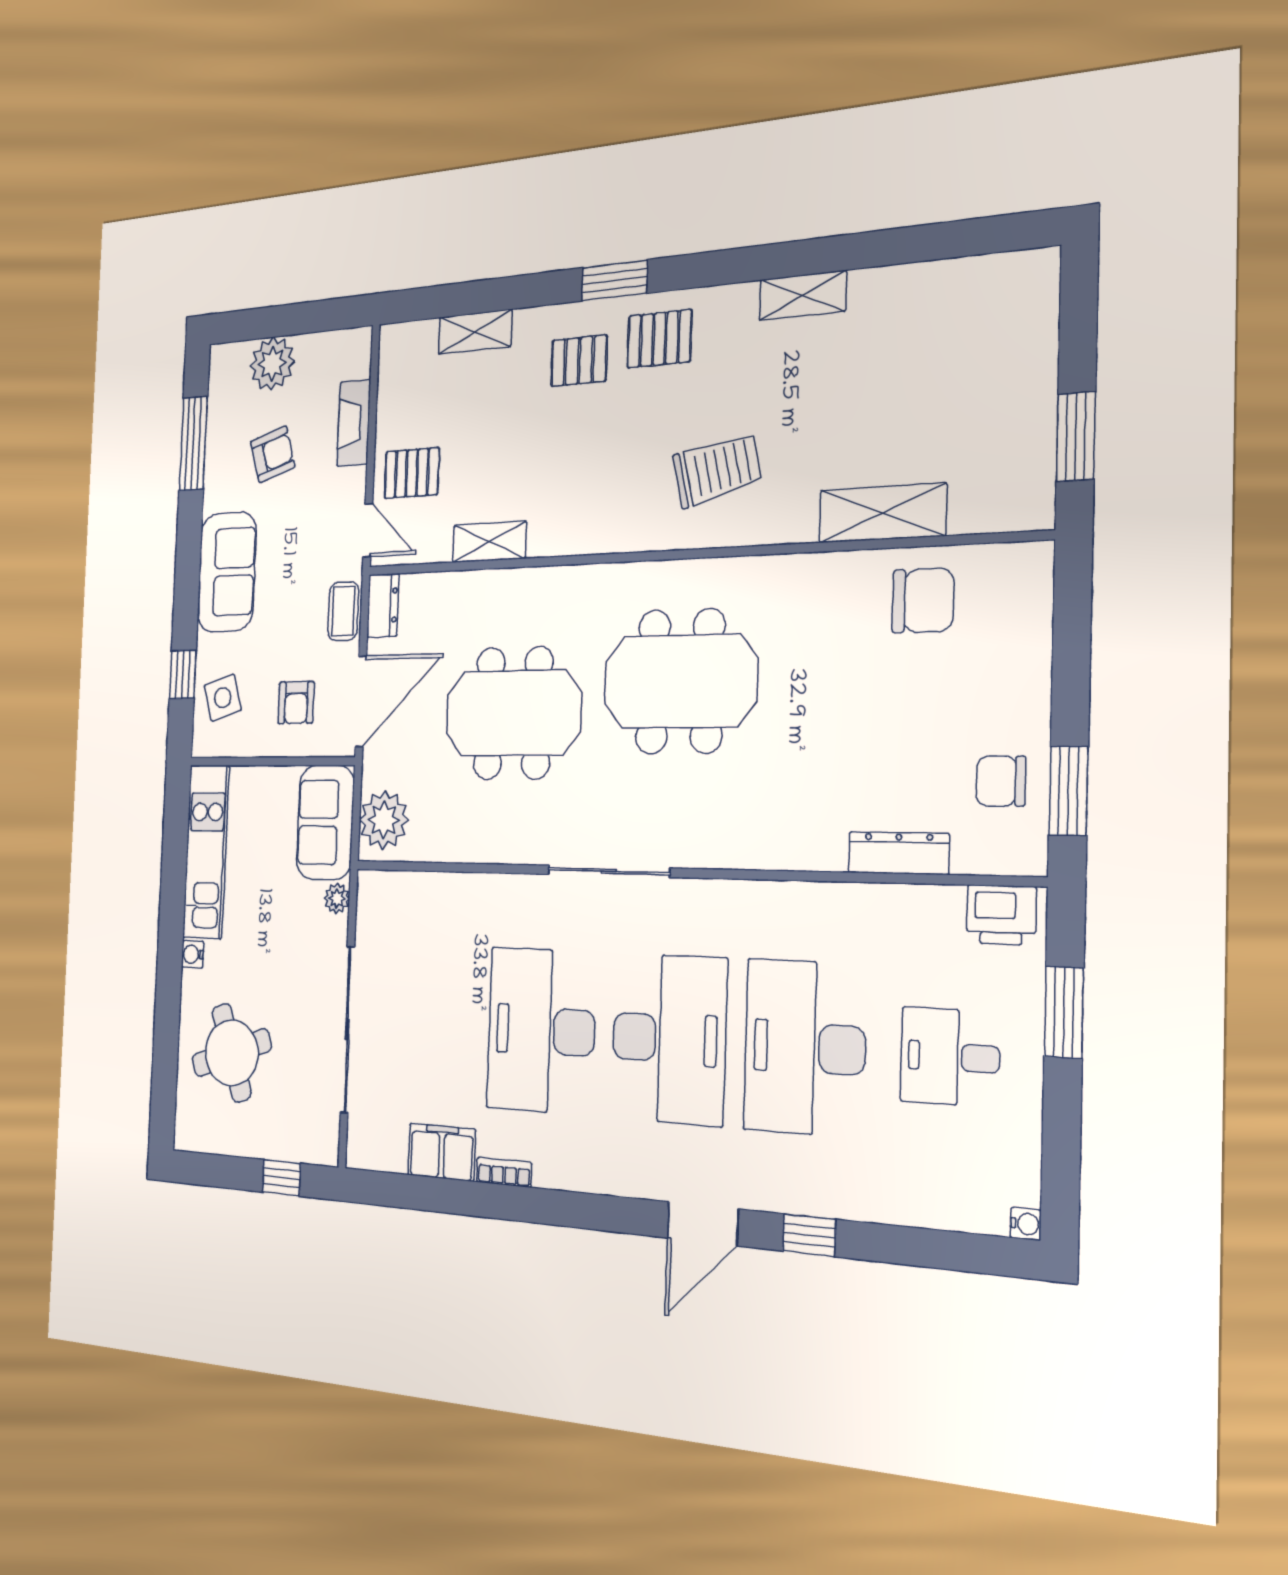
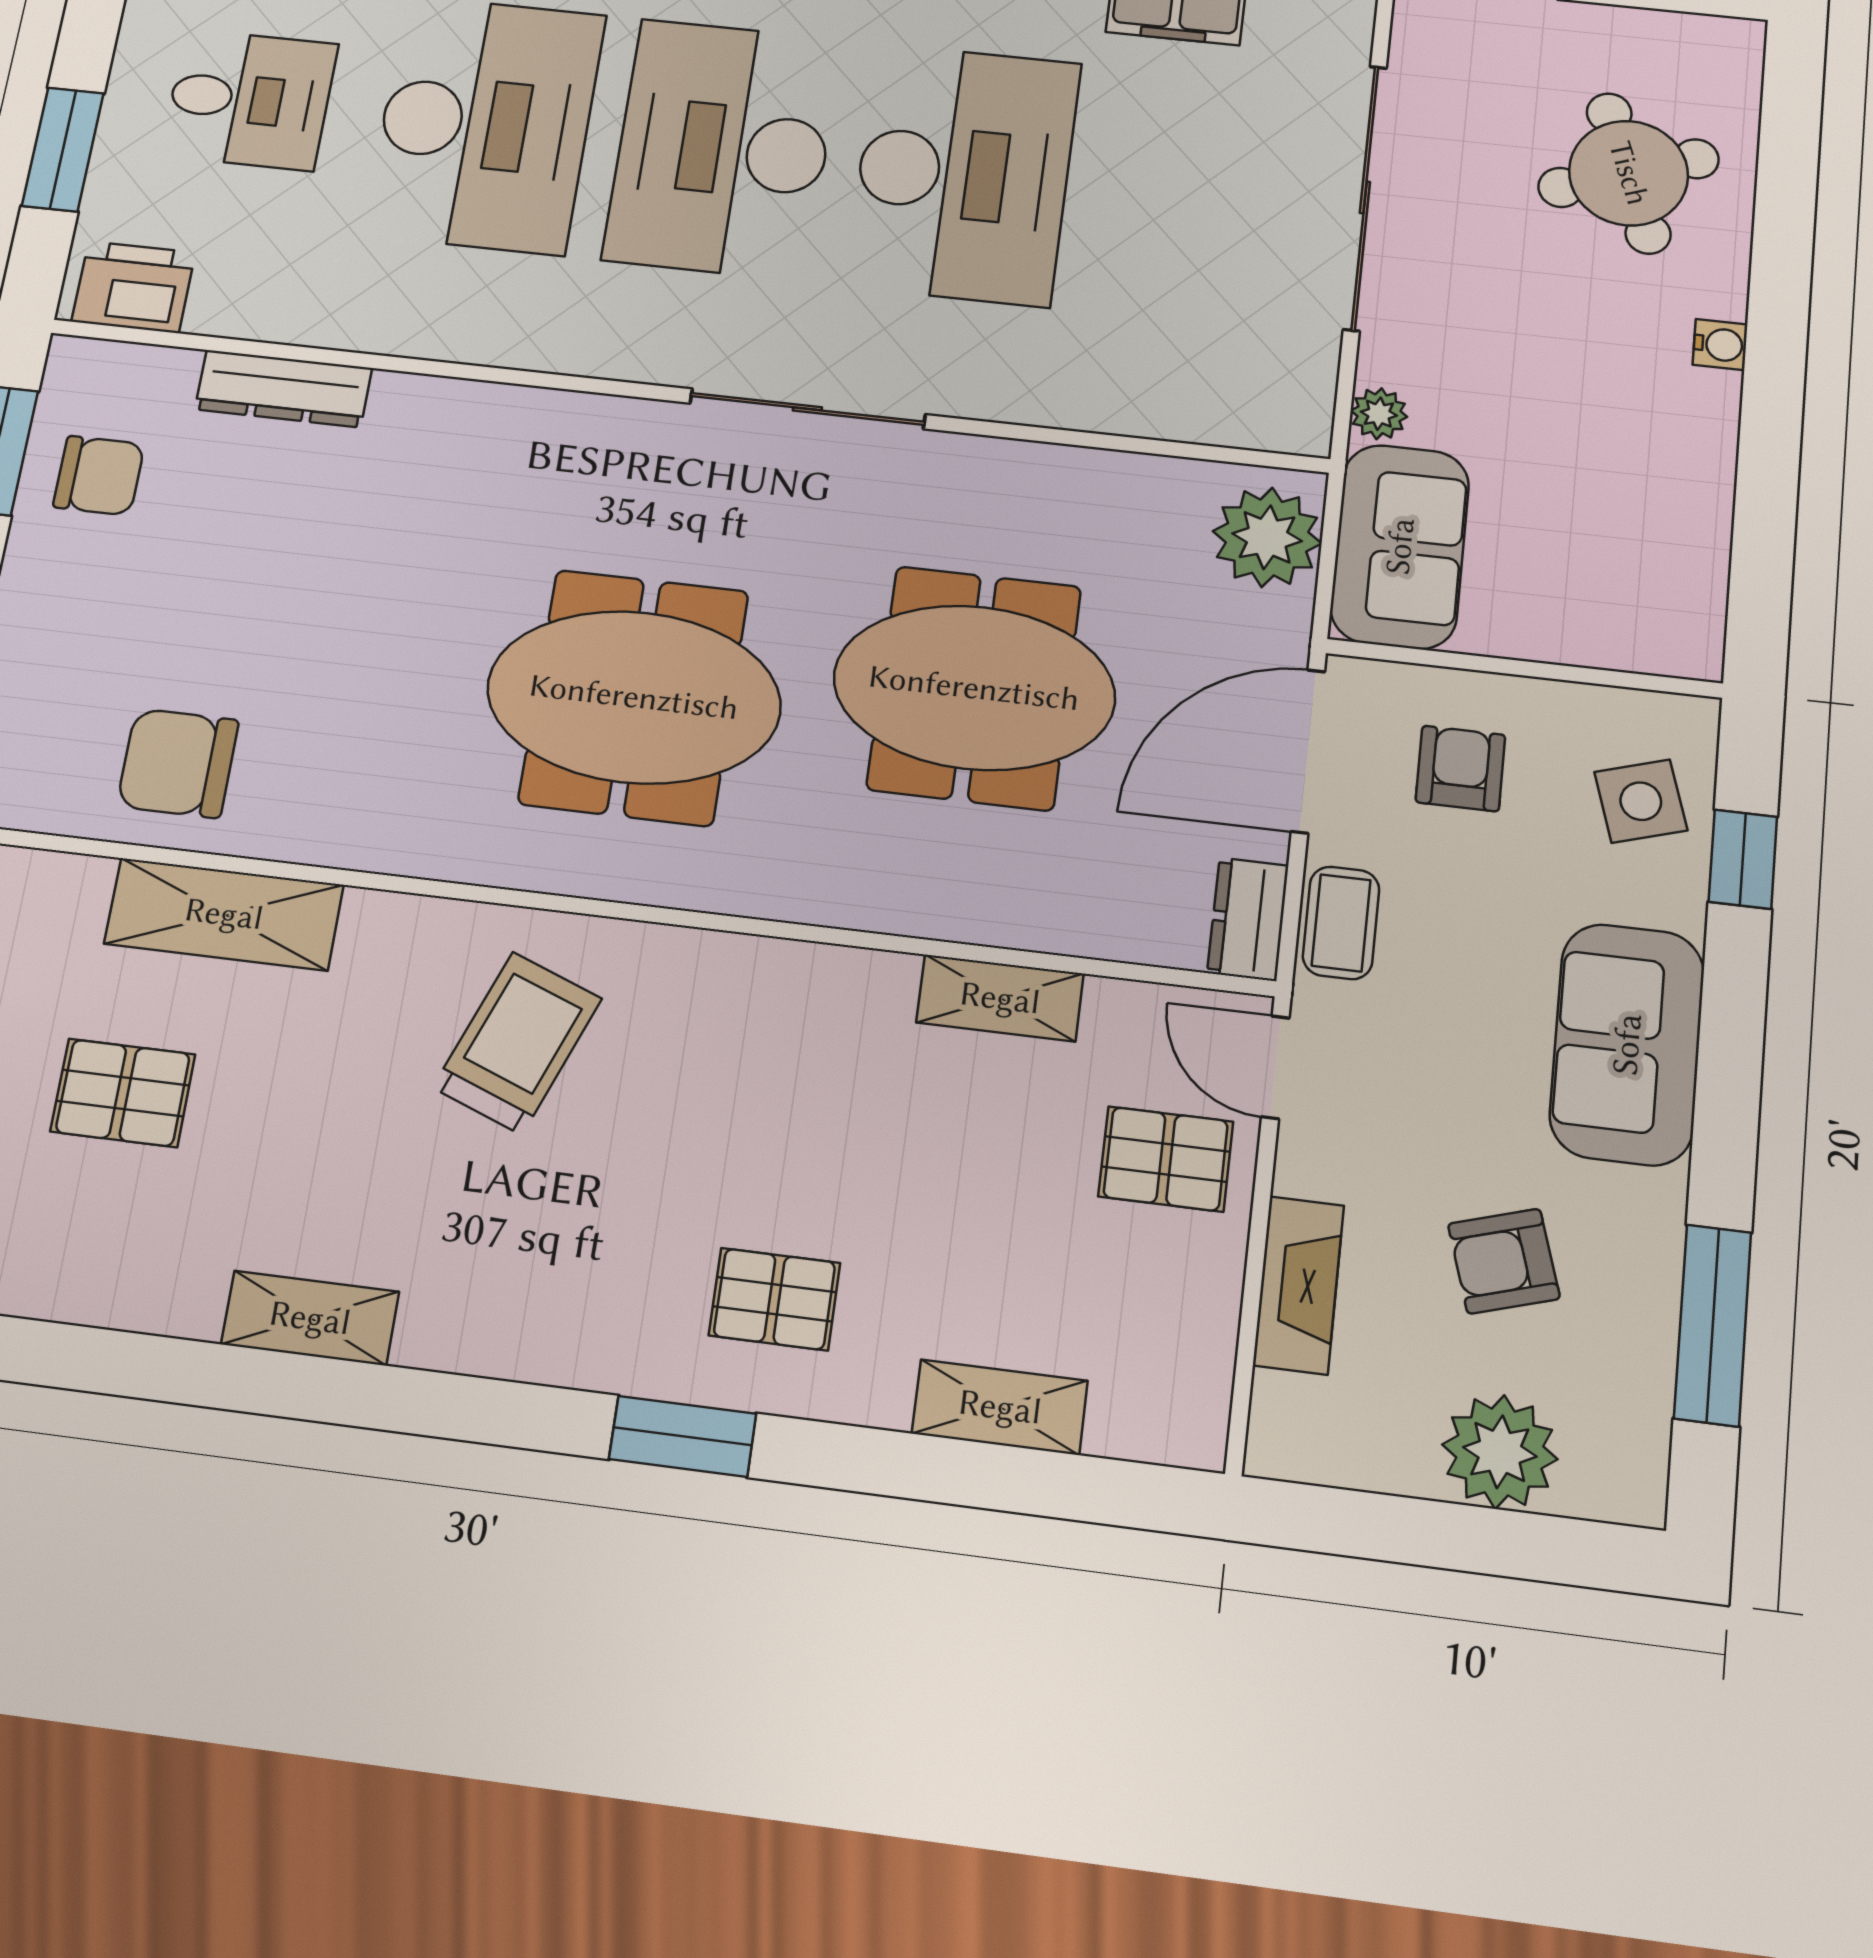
pallet: (659, 339) -> (123, 1093), moved
trolley: (717, 470) -> (517, 1043), turned 124
kitchen unit: (206, 852) -> (1686, 522), removed

